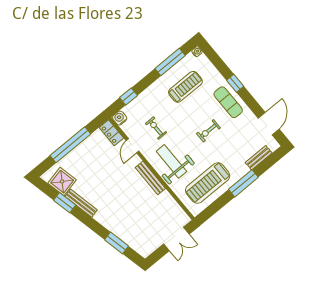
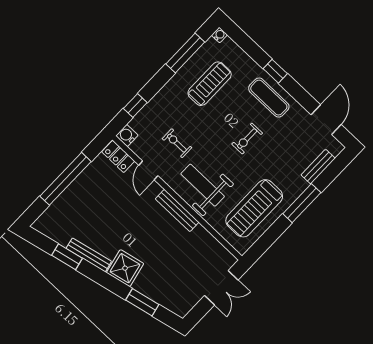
shower: (62, 182) -> (125, 268), moved

